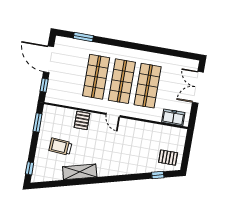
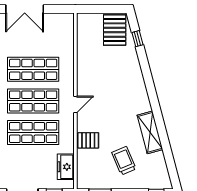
freezer: (173, 117) -> (66, 167), moved
trolley: (60, 147) -> (124, 161), turned 153
pallet: (168, 158) -> (115, 30), width x1.50, depth x1.42

